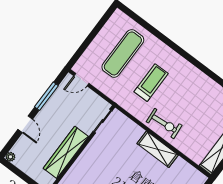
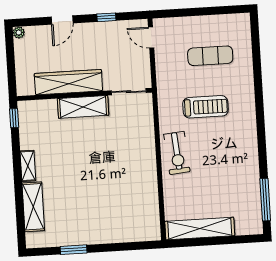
exercise mat: (123, 53) -> (210, 56), width x0.73, depth x0.69
window: (46, 96) -> (106, 17), width x0.46
shelving: (158, 149) -> (83, 107), moved, turned 90

